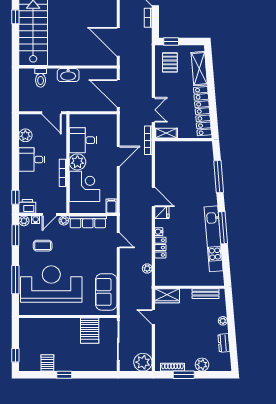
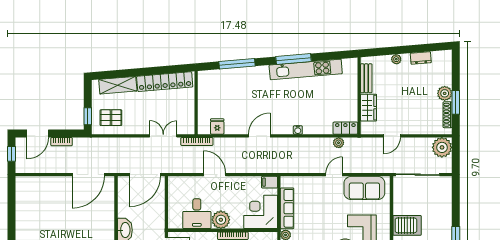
shelving: (166, 133) -> (189, 122), removed
corner desk: (85, 186) -> (261, 212), moved
fridge: (162, 213) -> (217, 127), moved
door: (118, 240) -> (334, 175), moved
locker: (160, 248) -> (345, 128), moved
wardrobe: (167, 296) -> (369, 108), moved
server rack: (90, 331) -> (407, 225), moved
plant: (202, 365) -> (445, 93), moved

